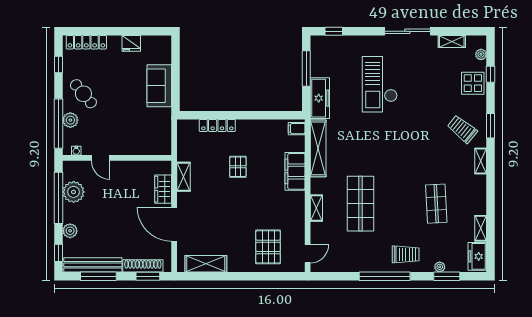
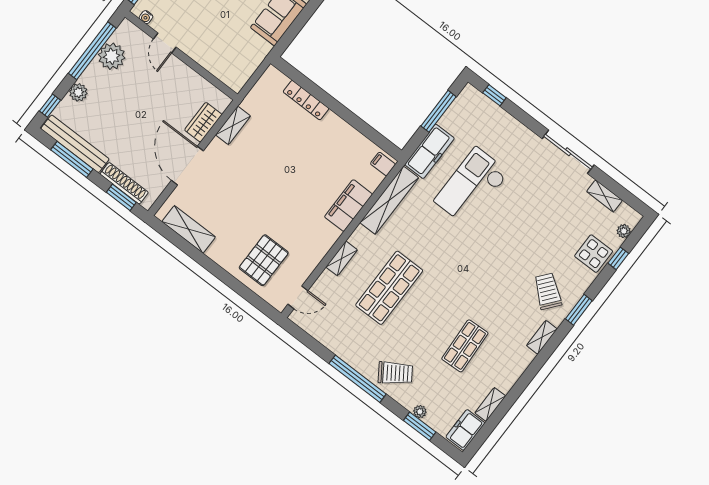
checkout: (380, 84) -> (472, 187), moved
pallet: (238, 167) -> (295, 157), removed
trolley: (406, 254) -> (395, 373), turned -34

